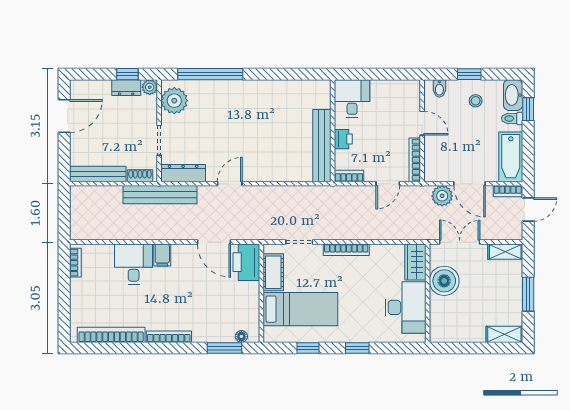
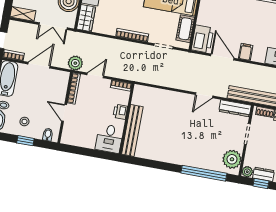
bench: (322, 146) -> (132, 130), moved
door: (469, 184) -> (39, 65), hinge flipped
plant: (442, 196) -> (75, 63), moved
filing cabinet: (162, 255) -> (246, 52), moved

